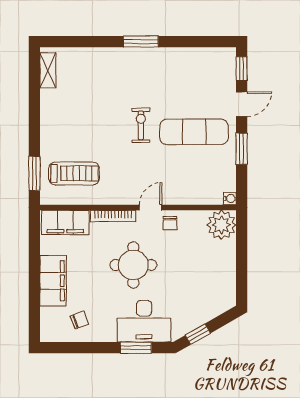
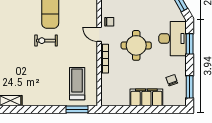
filing cabinet: (65, 223) -> (109, 89), removed
window: (69, 348) -> (190, 87), added

